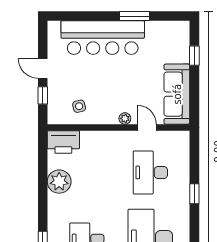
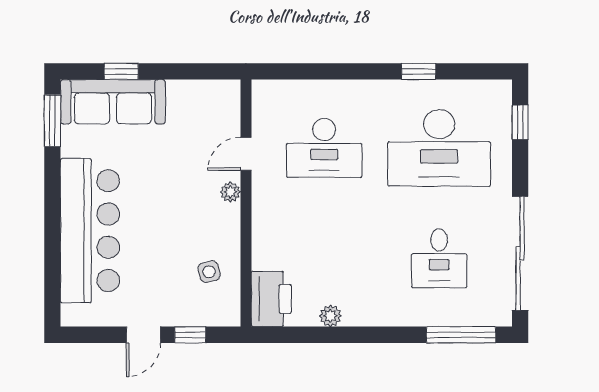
window: (135, 16) -> (52, 121), moved
sofa: (177, 94) -> (113, 102), moved
plant: (59, 182) -> (330, 316), width x0.53, depth x0.53
window: (194, 194) -> (419, 71), moved

